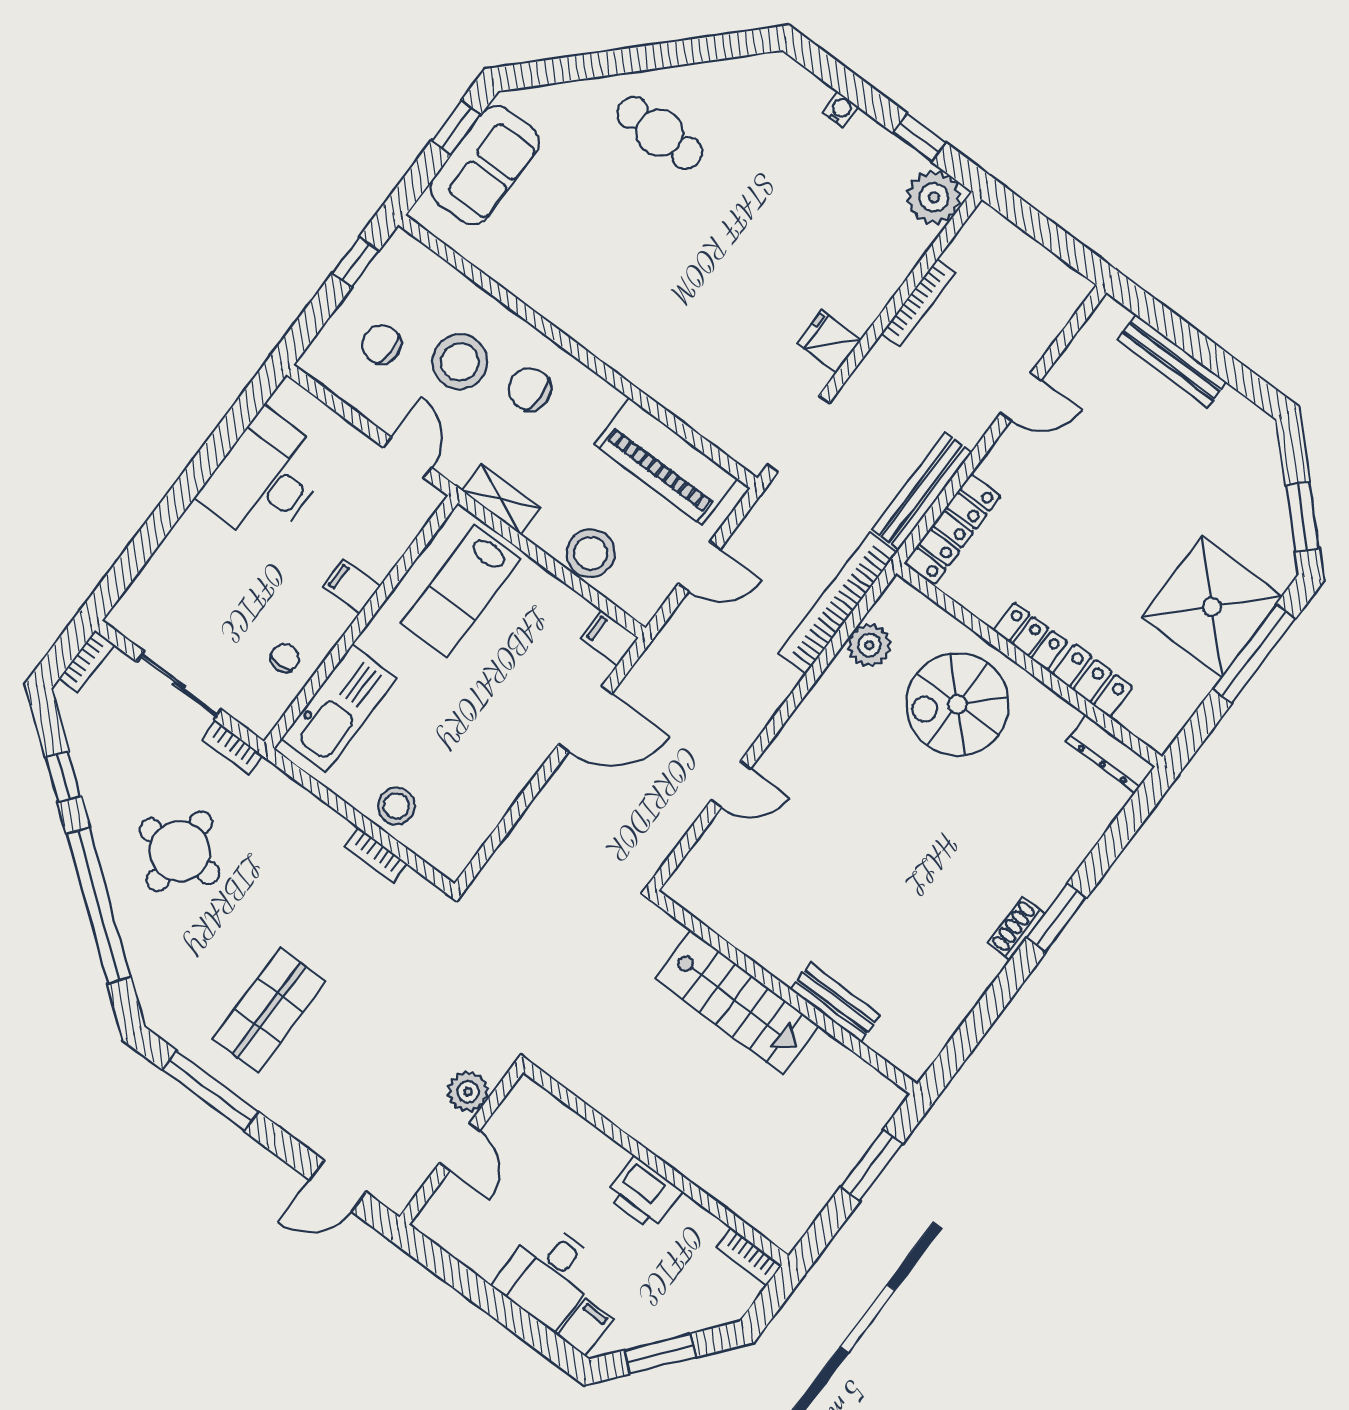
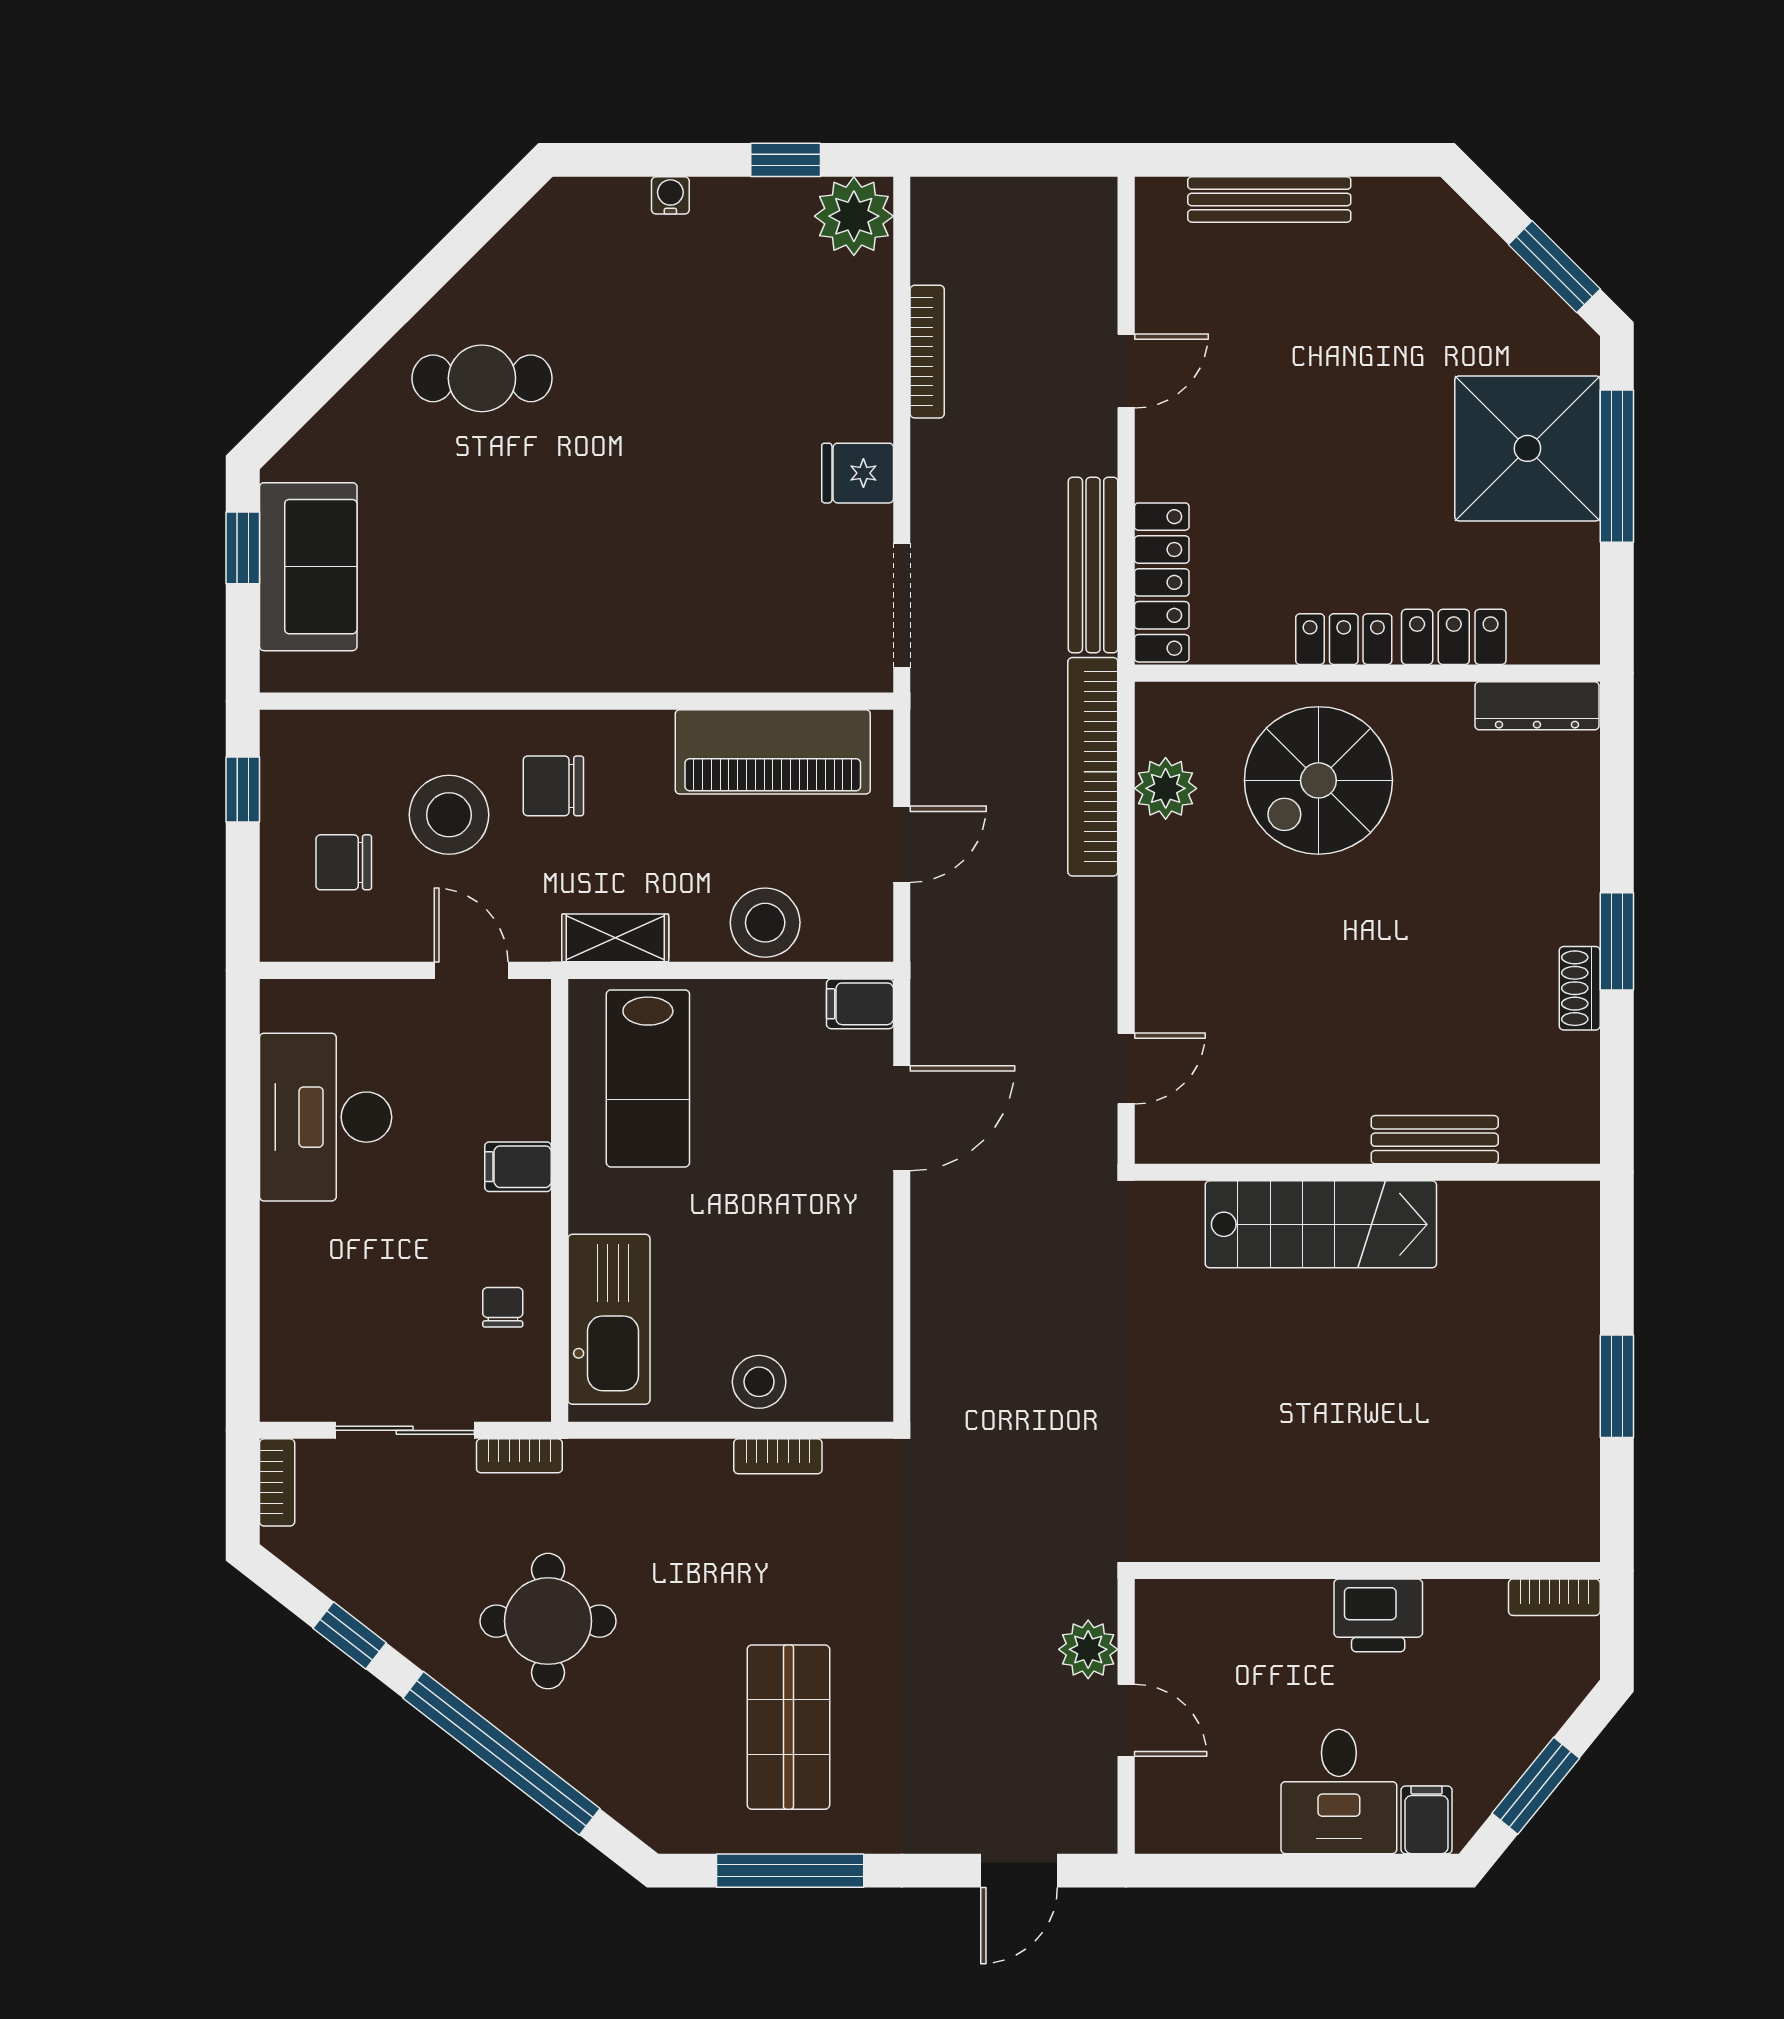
wall: (784, 992) -> (1367, 1172), moved
stairs: (737, 1002) -> (1321, 1224), moved
bench: (835, 1002) -> (1435, 1140), moved

